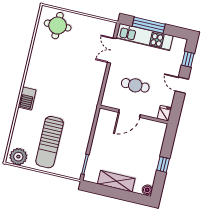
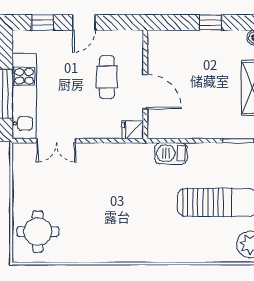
cafe table: (135, 85) -> (107, 77), moved
barbecue: (27, 99) -> (171, 153), moved, turned 180
fridge: (164, 113) -> (133, 130), moved

